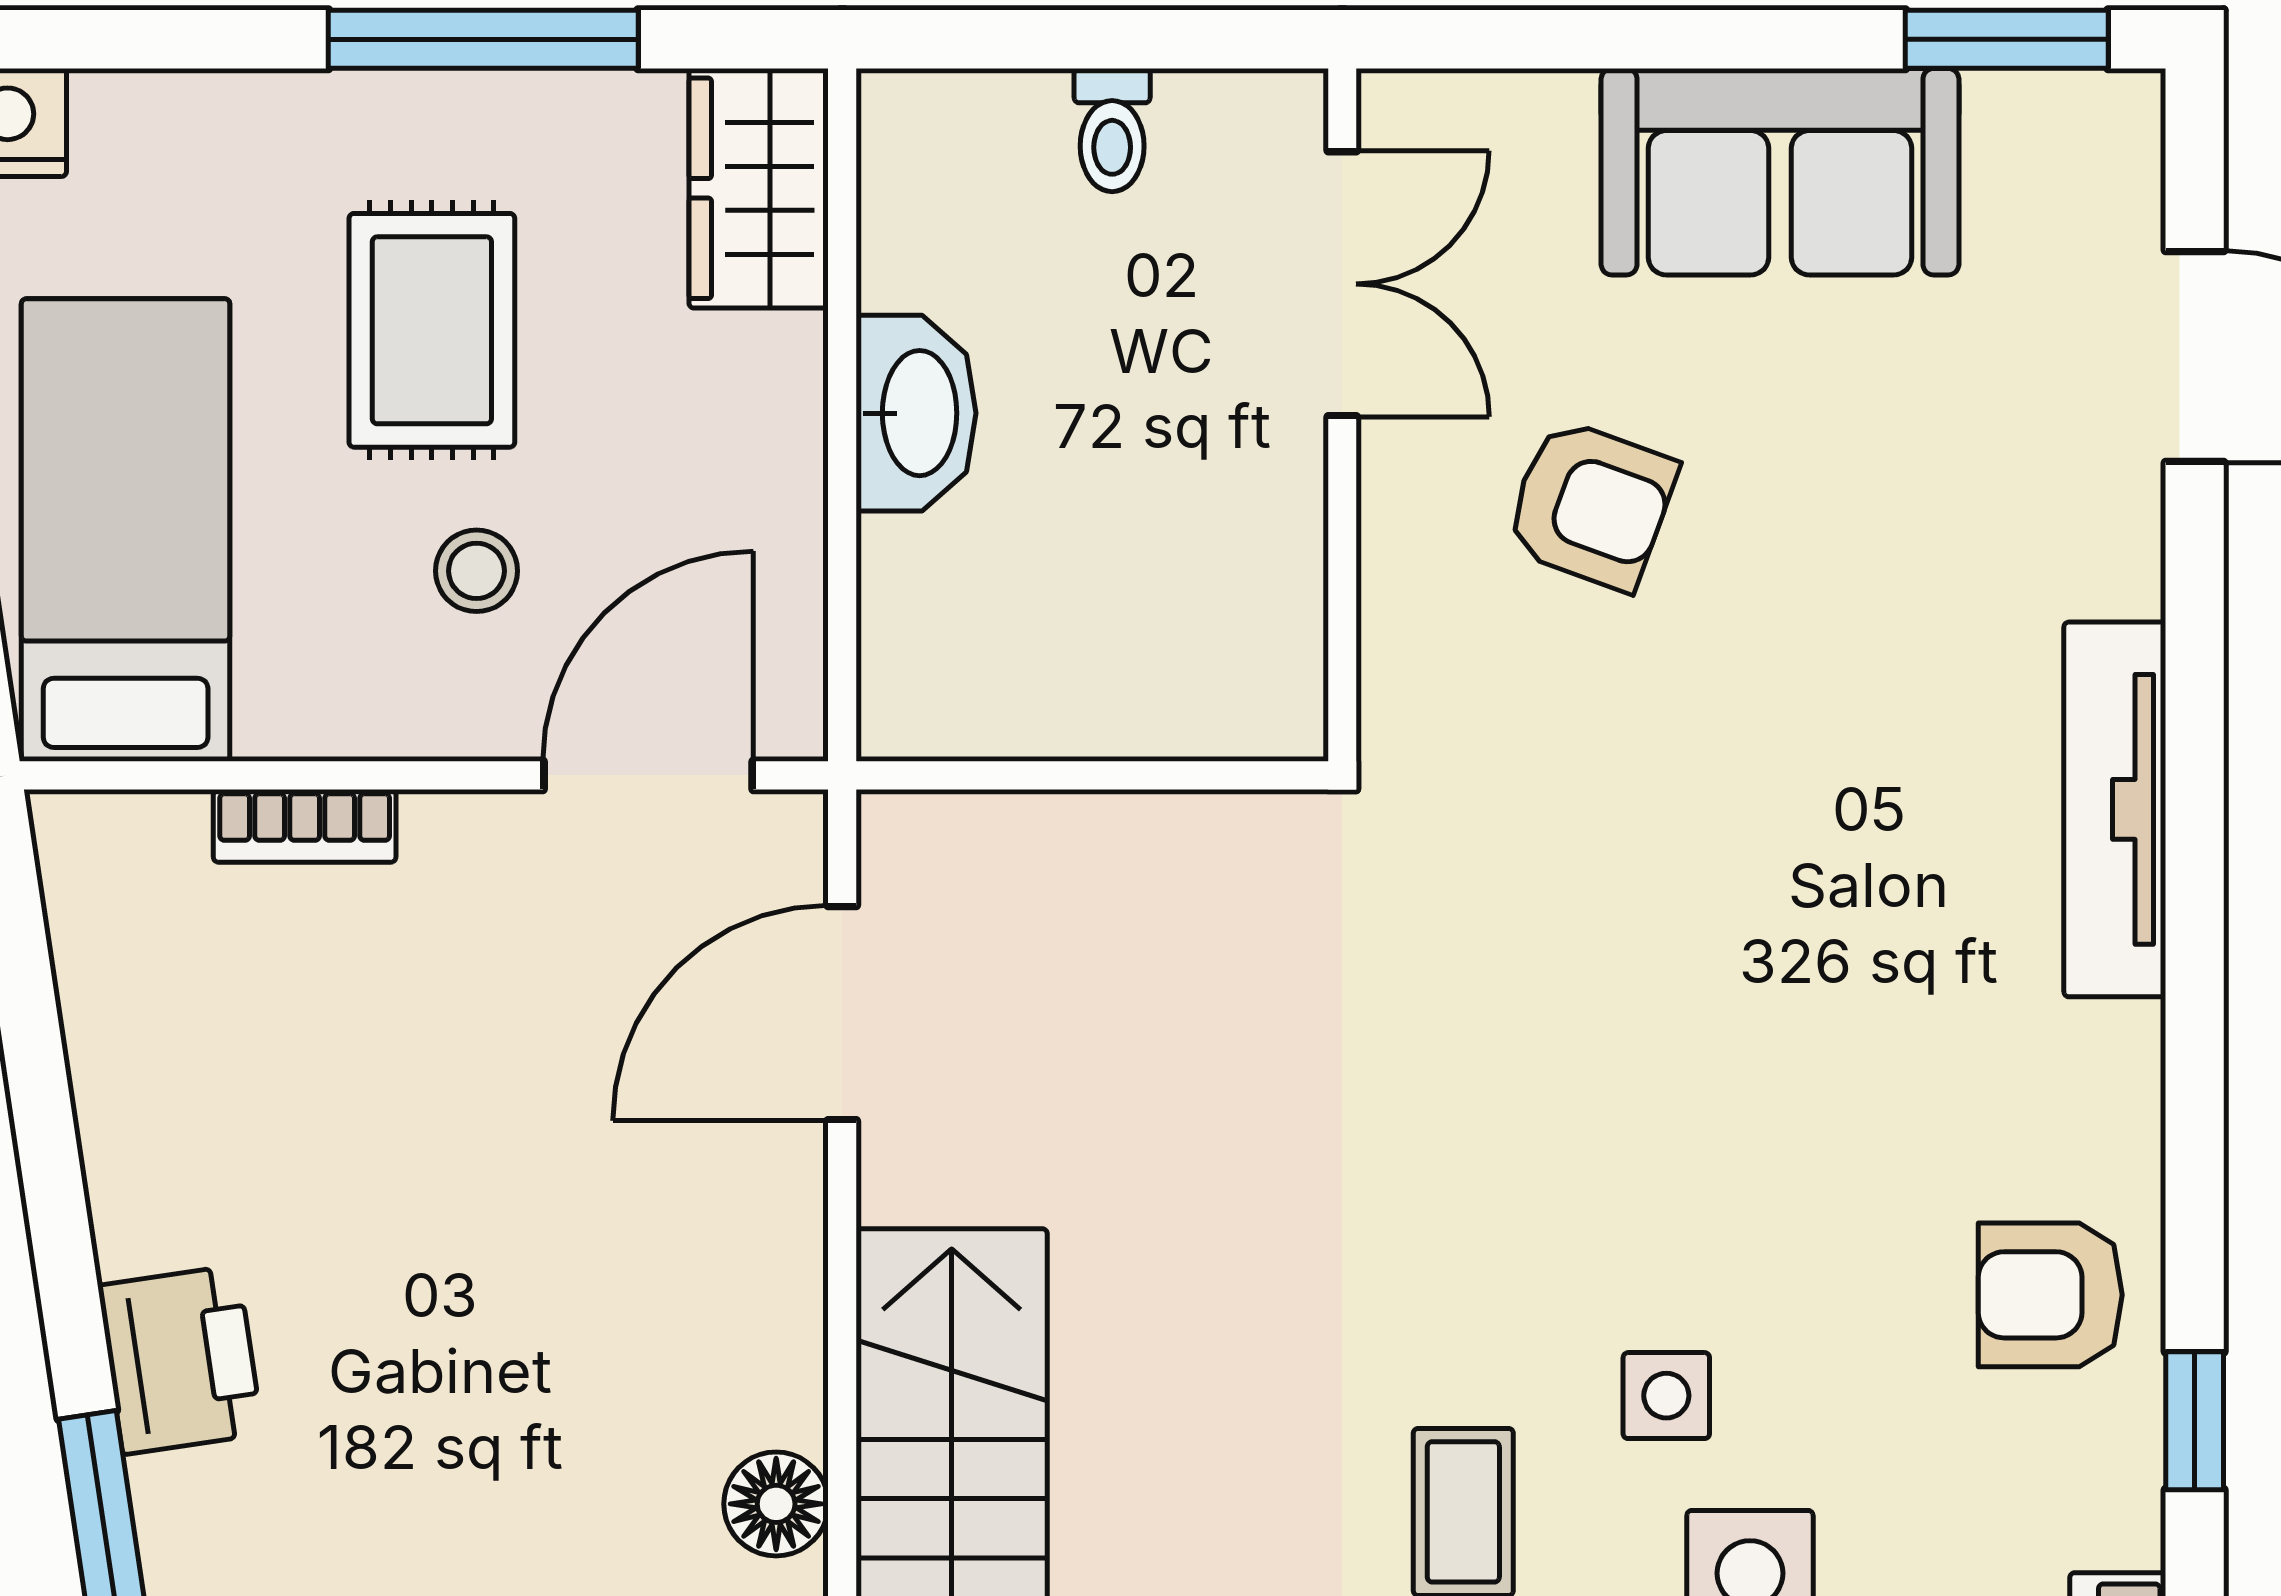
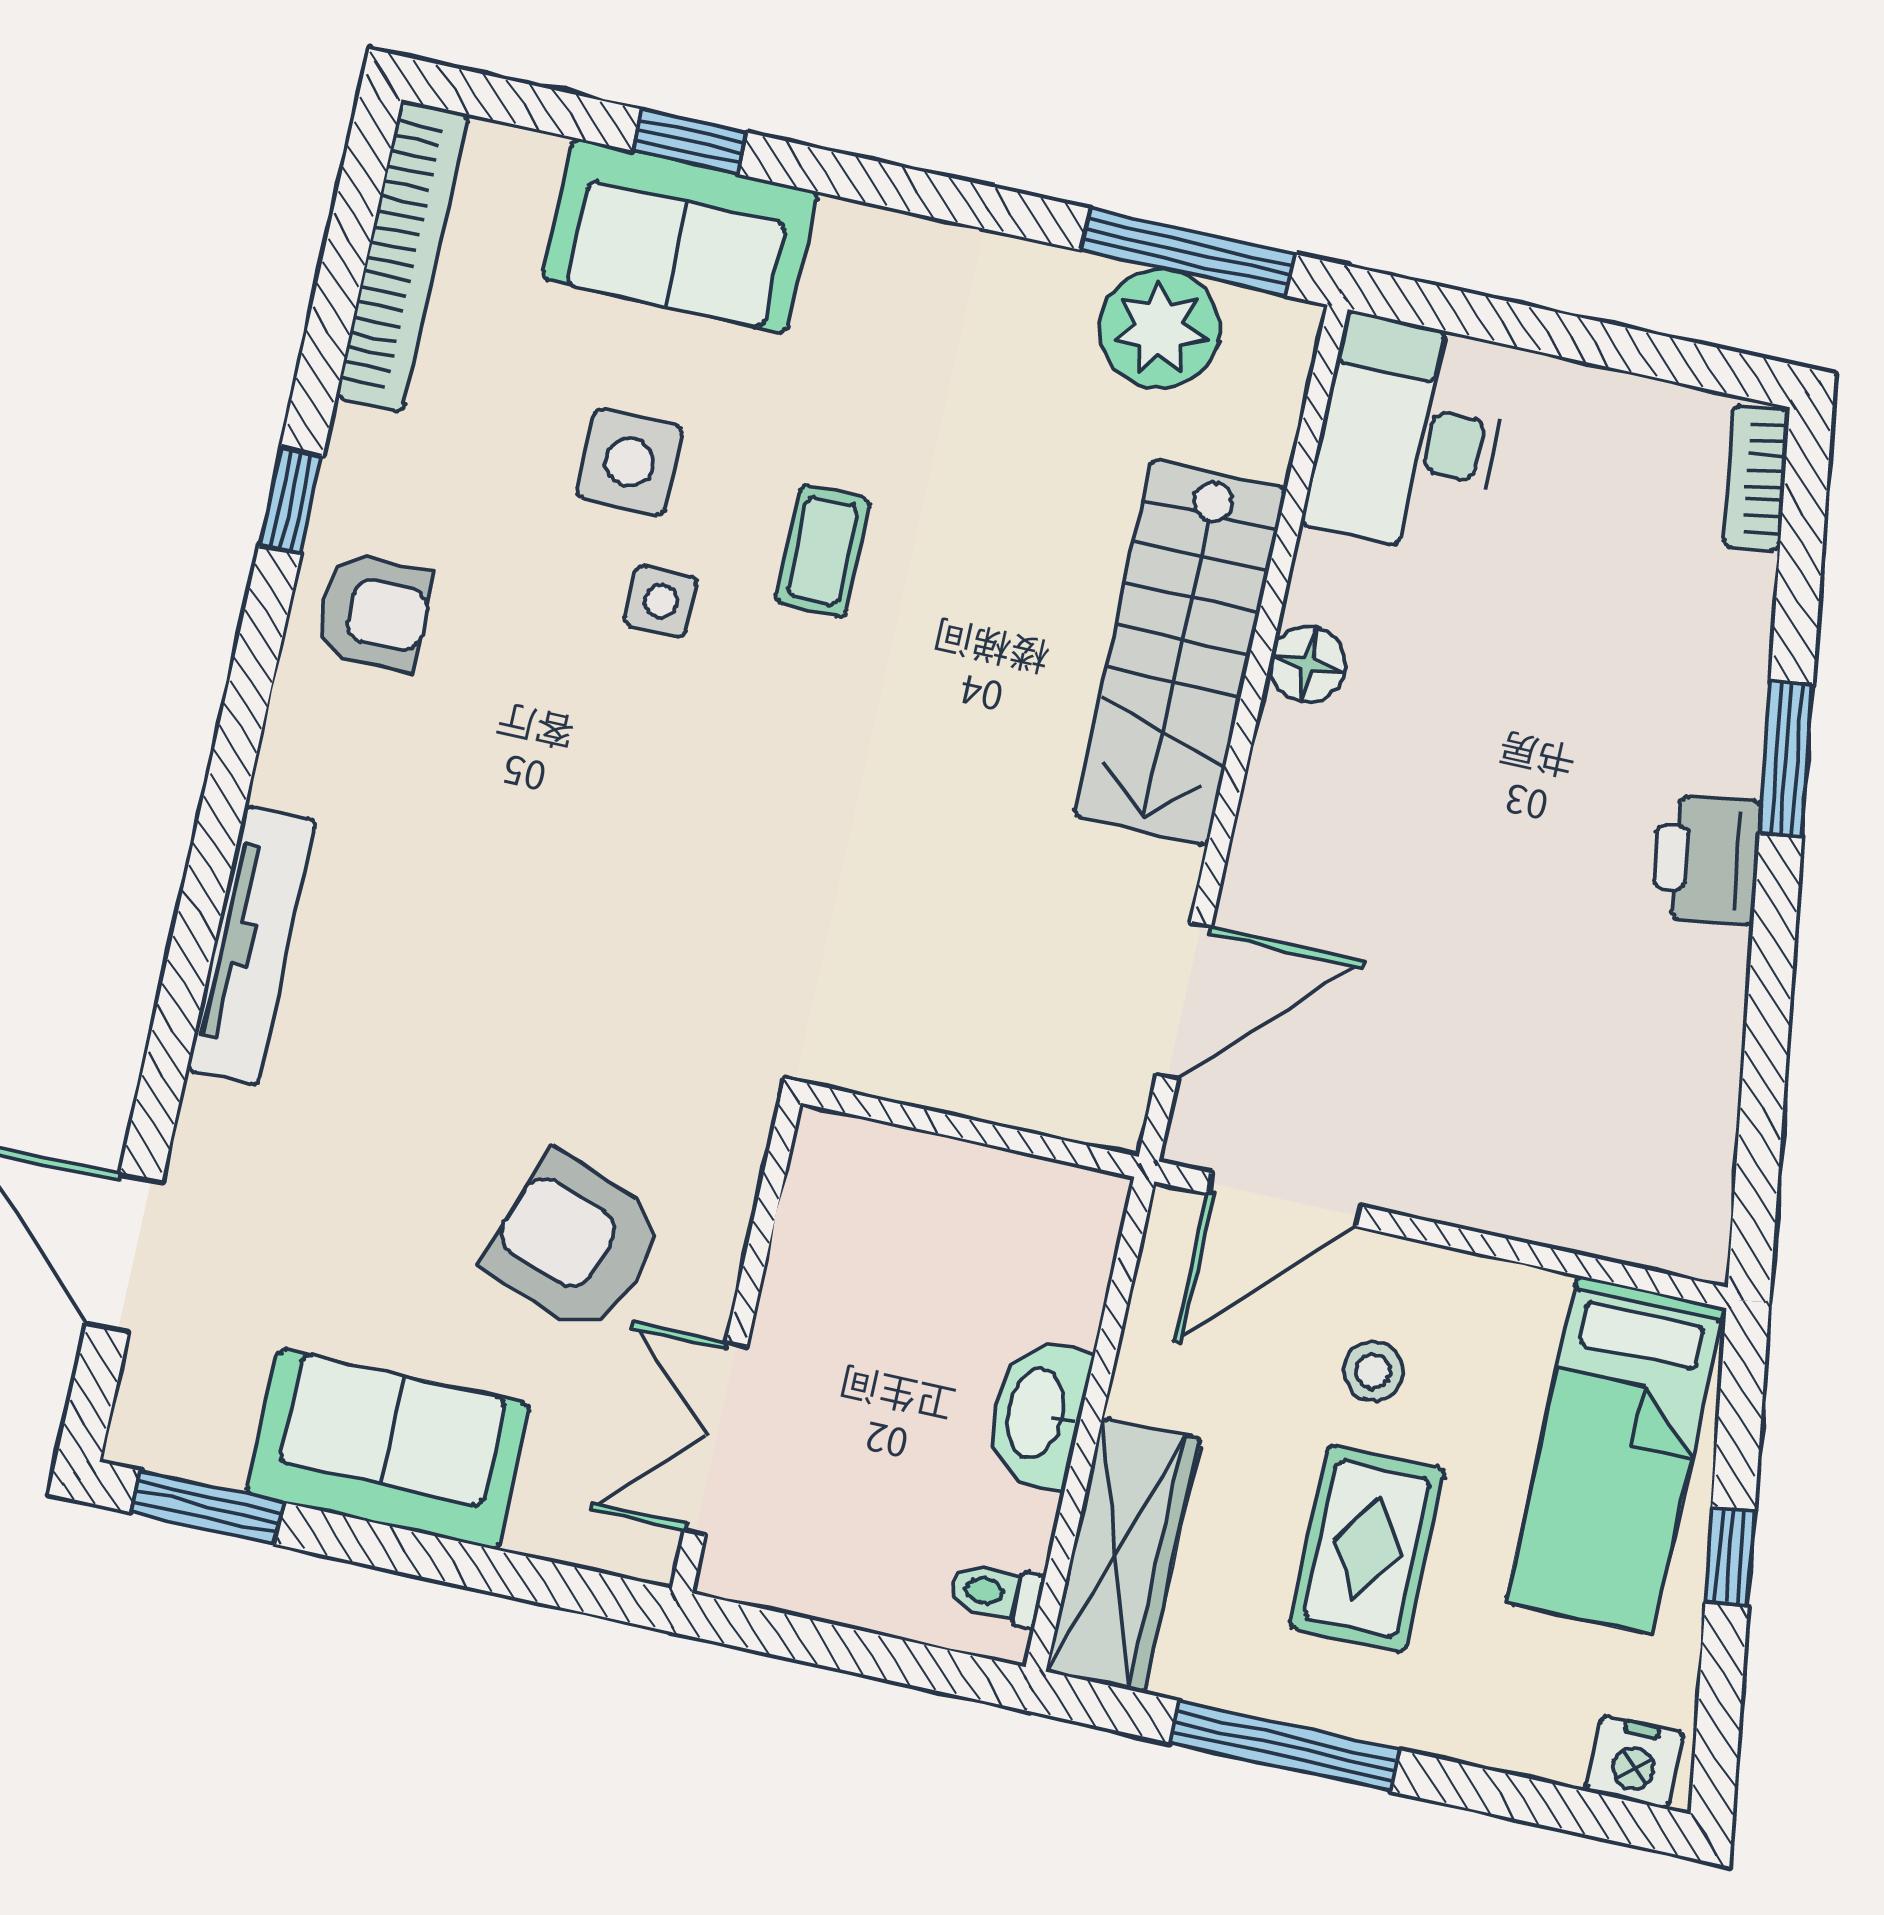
toilet: (1112, 130) -> (996, 1593), moved, turned -90
wardrobe: (759, 188) -> (1123, 1555), width x1.50
armchair: (1591, 505) -> (574, 1243), width x1.38, depth x1.38
bookcase: (305, 826) -> (1535, 1218), removed

